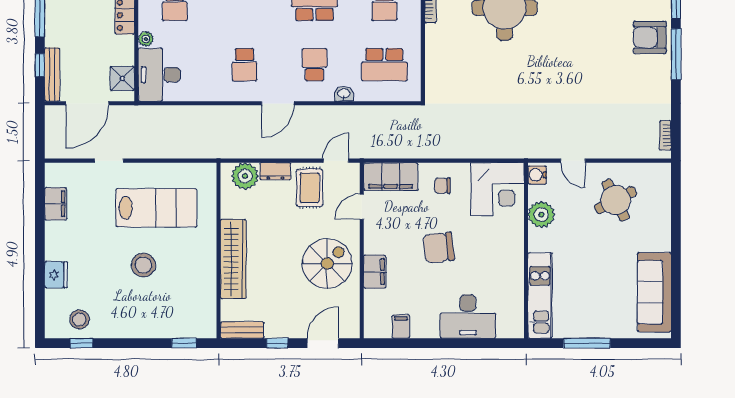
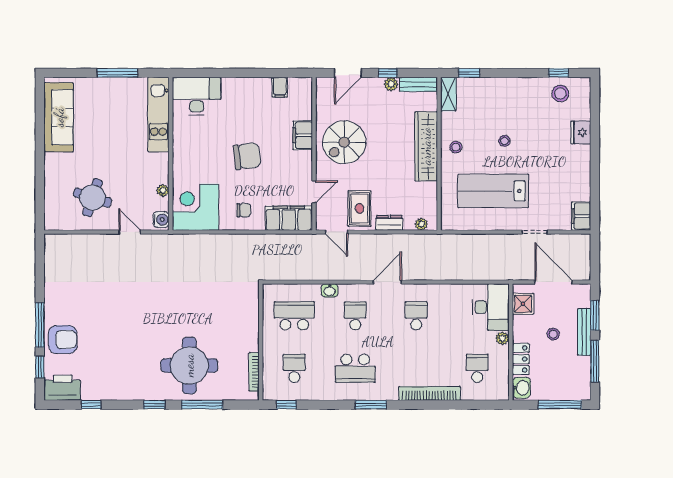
stool: (88, 44) -> (553, 334), added
window: (40, 65) -> (595, 315), width x1.50
school desk: (315, 65) -> (355, 316), turned 180
bench: (52, 75) -> (584, 332), moved
door: (87, 103) -> (554, 282), hinge flipped
bookcase: (665, 135) -> (49, 254), removed
door: (336, 161) -> (337, 232), hinge flipped
plant: (245, 176) -> (421, 224), width x0.53, depth x0.53
round table: (616, 200) -> (92, 198), turned 45
filing cabinet: (56, 204) -> (581, 216), moved
plant: (541, 215) -> (163, 190), width x0.53, depth x0.53
stool: (199, 258) -> (456, 147), added
stool: (143, 265) -> (504, 141), width x0.53, depth x0.53
desk: (468, 317) -> (197, 96), moved
shelving: (208, 319) -> (448, 94), added
plant: (273, 330) -> (391, 84), added

